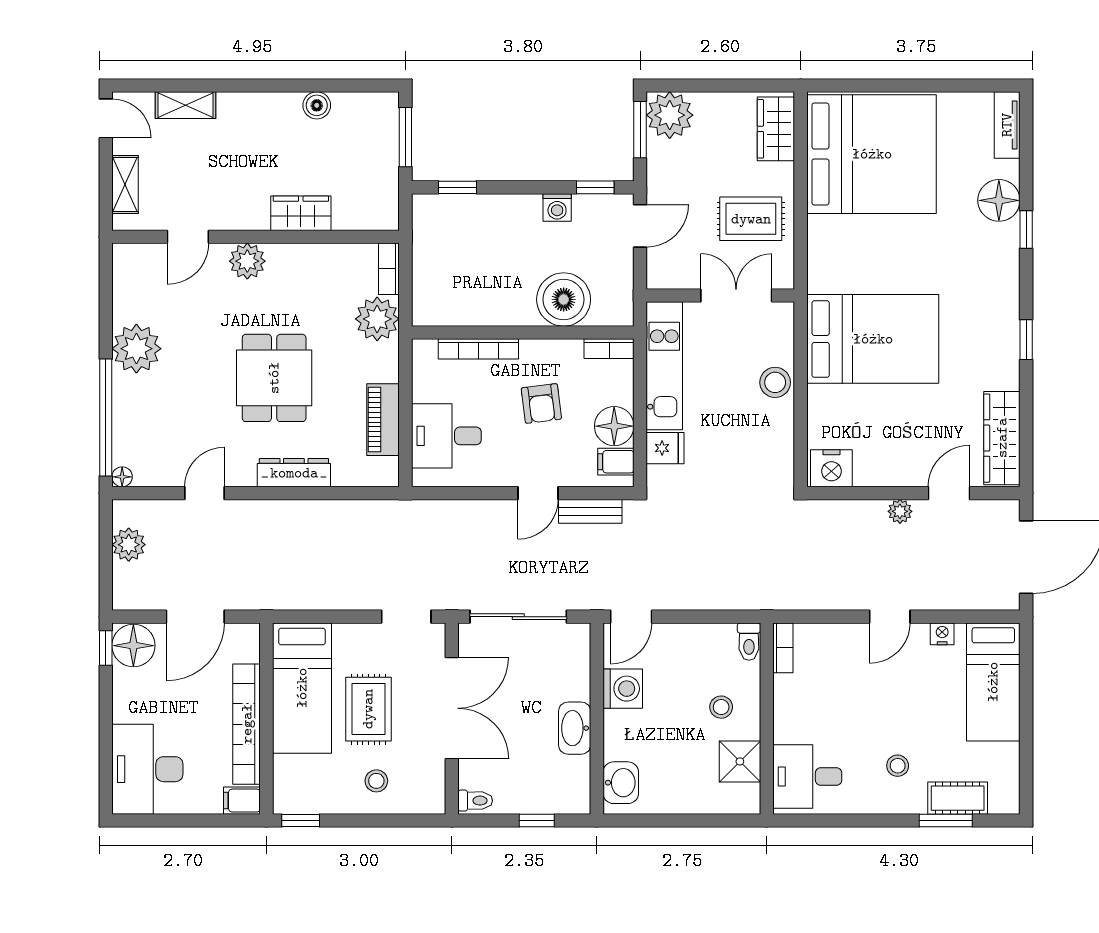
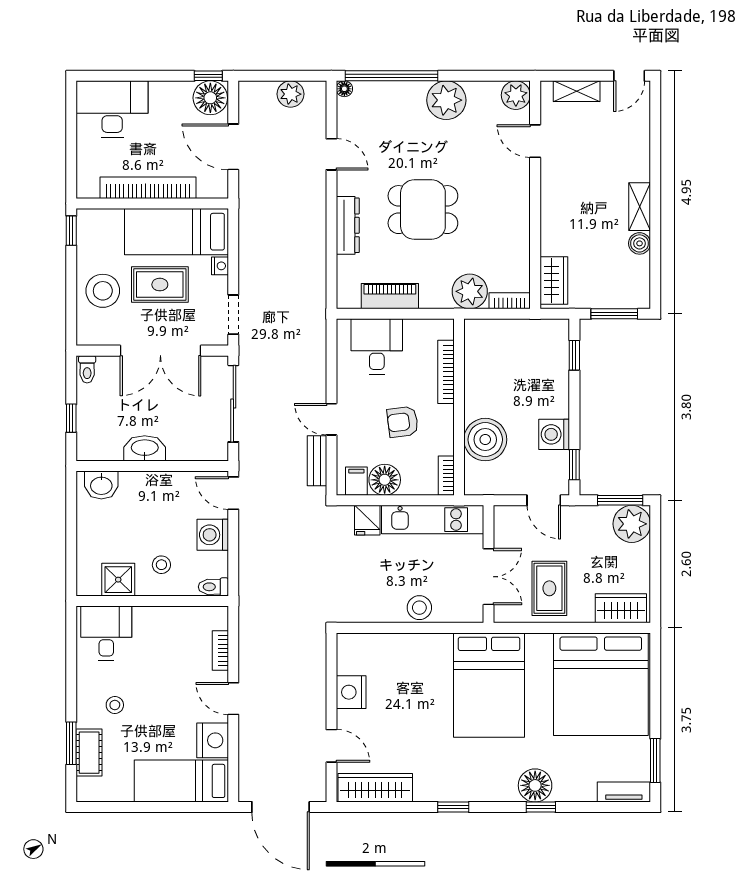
window: (968, 85) -> (655, 761), added
shelving: (185, 105) -> (640, 207), moved
floor lamp: (999, 200) -> (535, 785), moved
washing machine: (557, 207) -> (554, 434), width x1.38, depth x1.38
wardrobe: (301, 213) -> (554, 281), moved
plant: (247, 261) -> (516, 95), moved
bed: (873, 339) -> (489, 685), moved
nightstand: (831, 468) -> (351, 692), moved
plant: (900, 511) -> (317, 707), removed
nightstand: (345, 633) -> (220, 266), added
nightstand: (942, 634) -> (213, 740), width x1.89, depth x1.79
bookcase: (783, 648) -> (220, 651), moved, turned 90
washing machine: (623, 689) -> (213, 535), moved, turned 90
stool: (376, 781) -> (103, 291), width x1.89, depth x1.89
filing cabinet: (242, 801) -> (87, 184), removed

